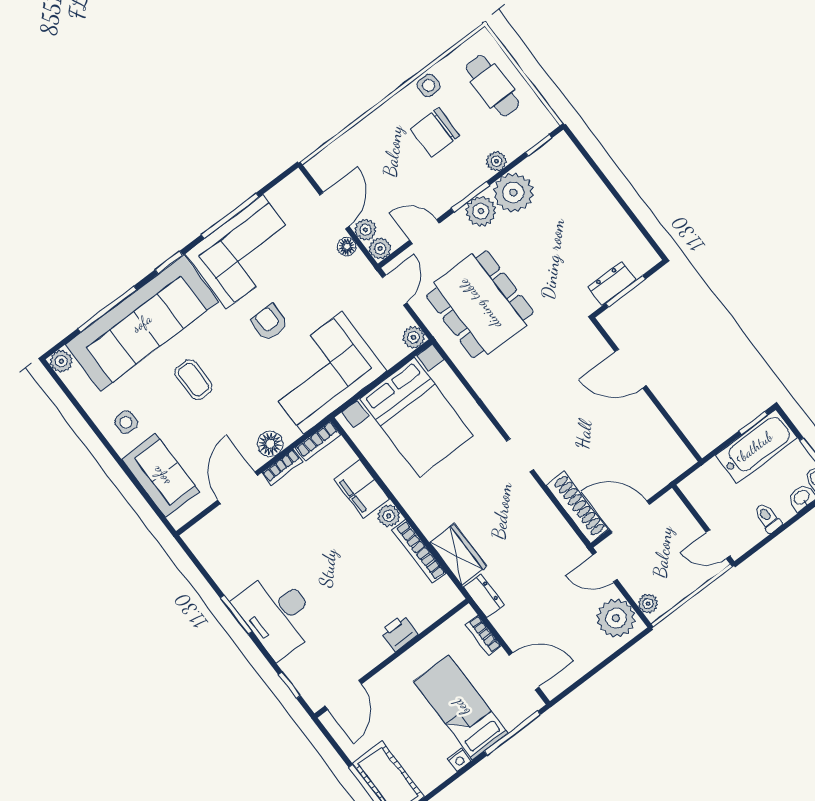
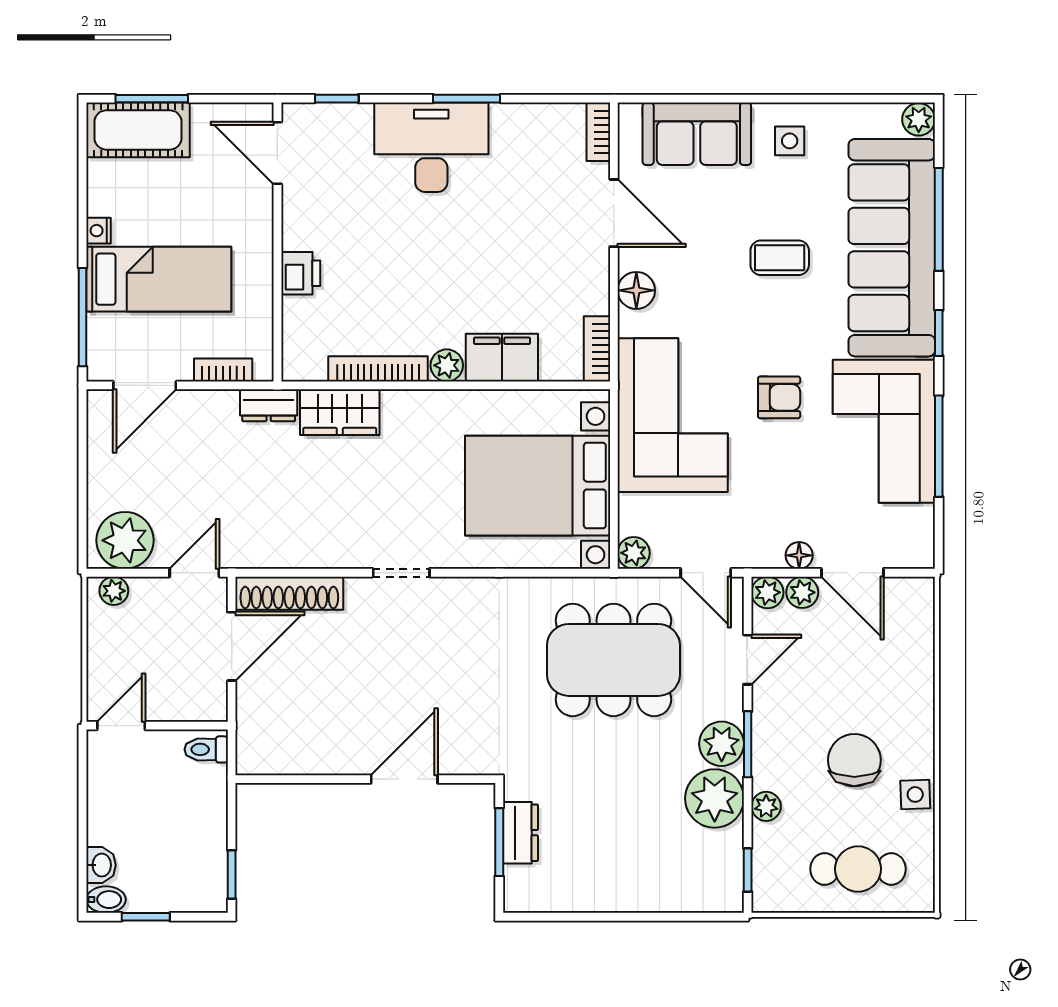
bathtub: (756, 446) -> (201, 857), removed
bookcase: (282, 467) -> (598, 132), moved
toilet: (768, 518) -> (206, 749), moved, turned 180

